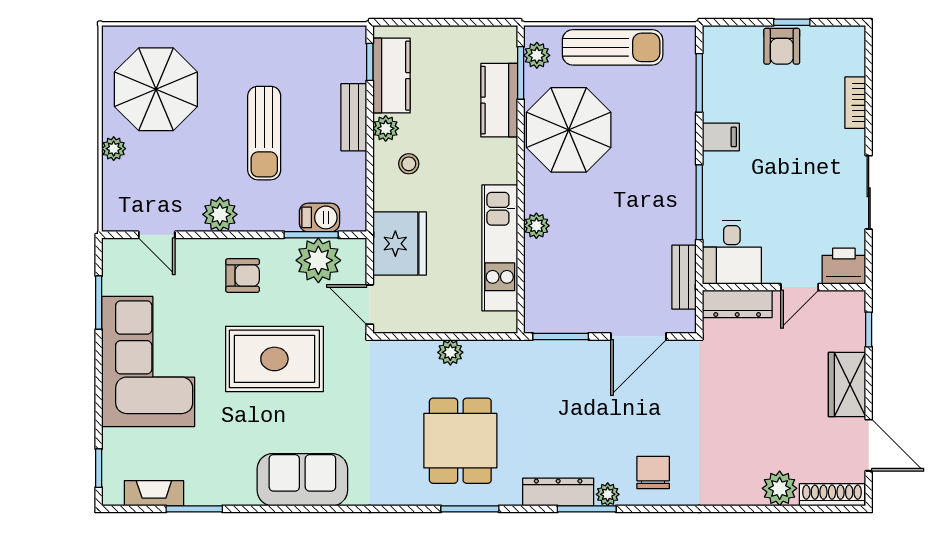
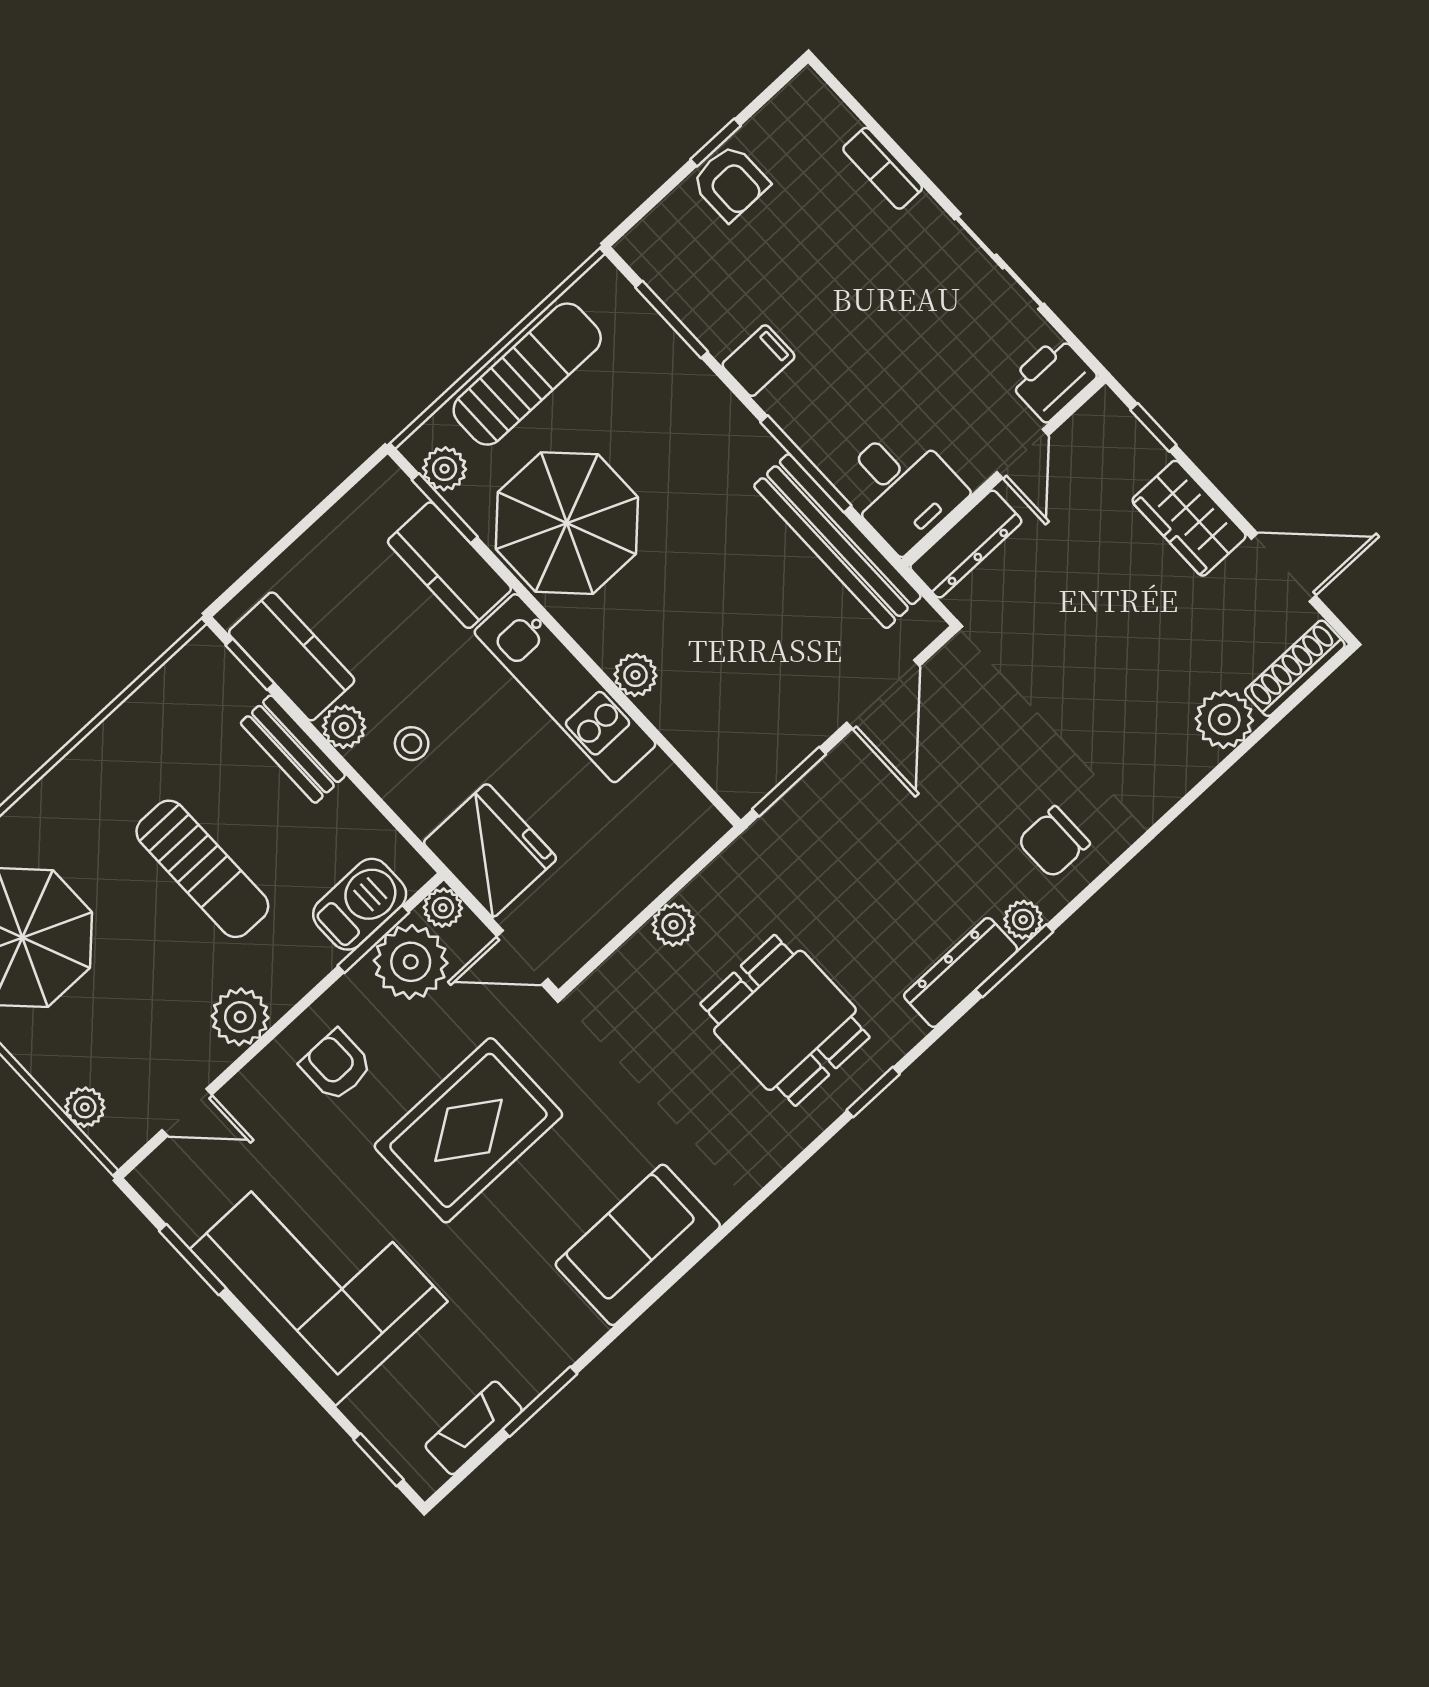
plant: (114, 149) -> (85, 1107), moved
barbecue: (319, 217) -> (360, 904), width x1.38, depth x1.27
kitchen unit: (500, 248) -> (565, 688), moved
plant: (355, 250) -> (443, 908), added
armchair: (243, 276) -> (336, 1065), turned -90
bench: (684, 277) -> (837, 541), width x1.86, depth x1.21
chair: (653, 472) -> (1054, 842), turned -90
window: (470, 509) -> (873, 1092), width x0.67

